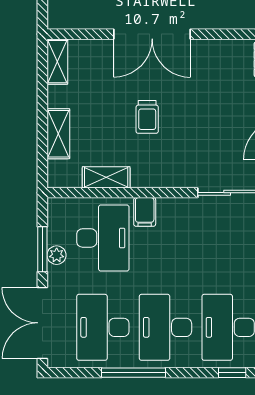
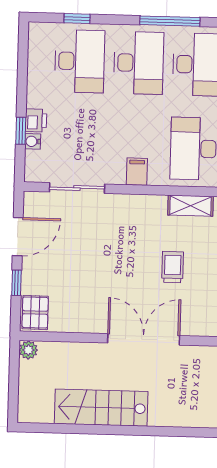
trolley: (147, 117) -> (173, 267), moved
filing cabinet: (145, 212) -> (137, 172), moved

